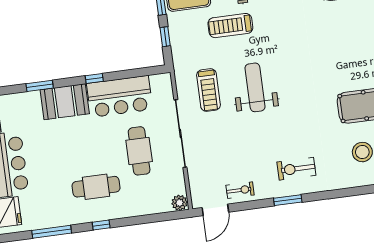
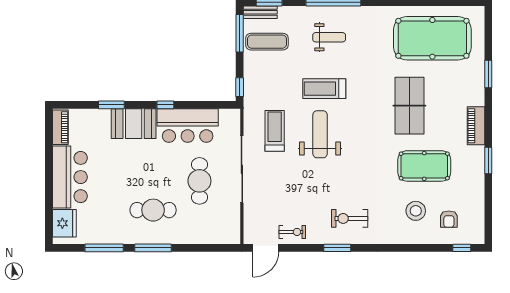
treadmill: (230, 26) -> (324, 89), moved
window: (165, 37) -> (240, 87), moved
table tennis table: (342, 46) -> (409, 106), added
treadmill: (208, 90) -> (275, 131), turned 180
plant: (180, 203) -> (232, 236), removed
window: (101, 225) -> (153, 248), width x2.17

